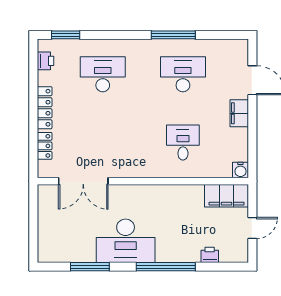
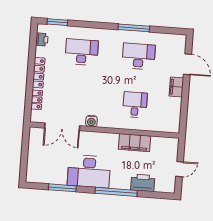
water cooler: (240, 170) -> (91, 121), moved
filing cabinet: (227, 196) -> (135, 143), moved
printer: (210, 255) -> (143, 183), width x1.87, depth x1.48

